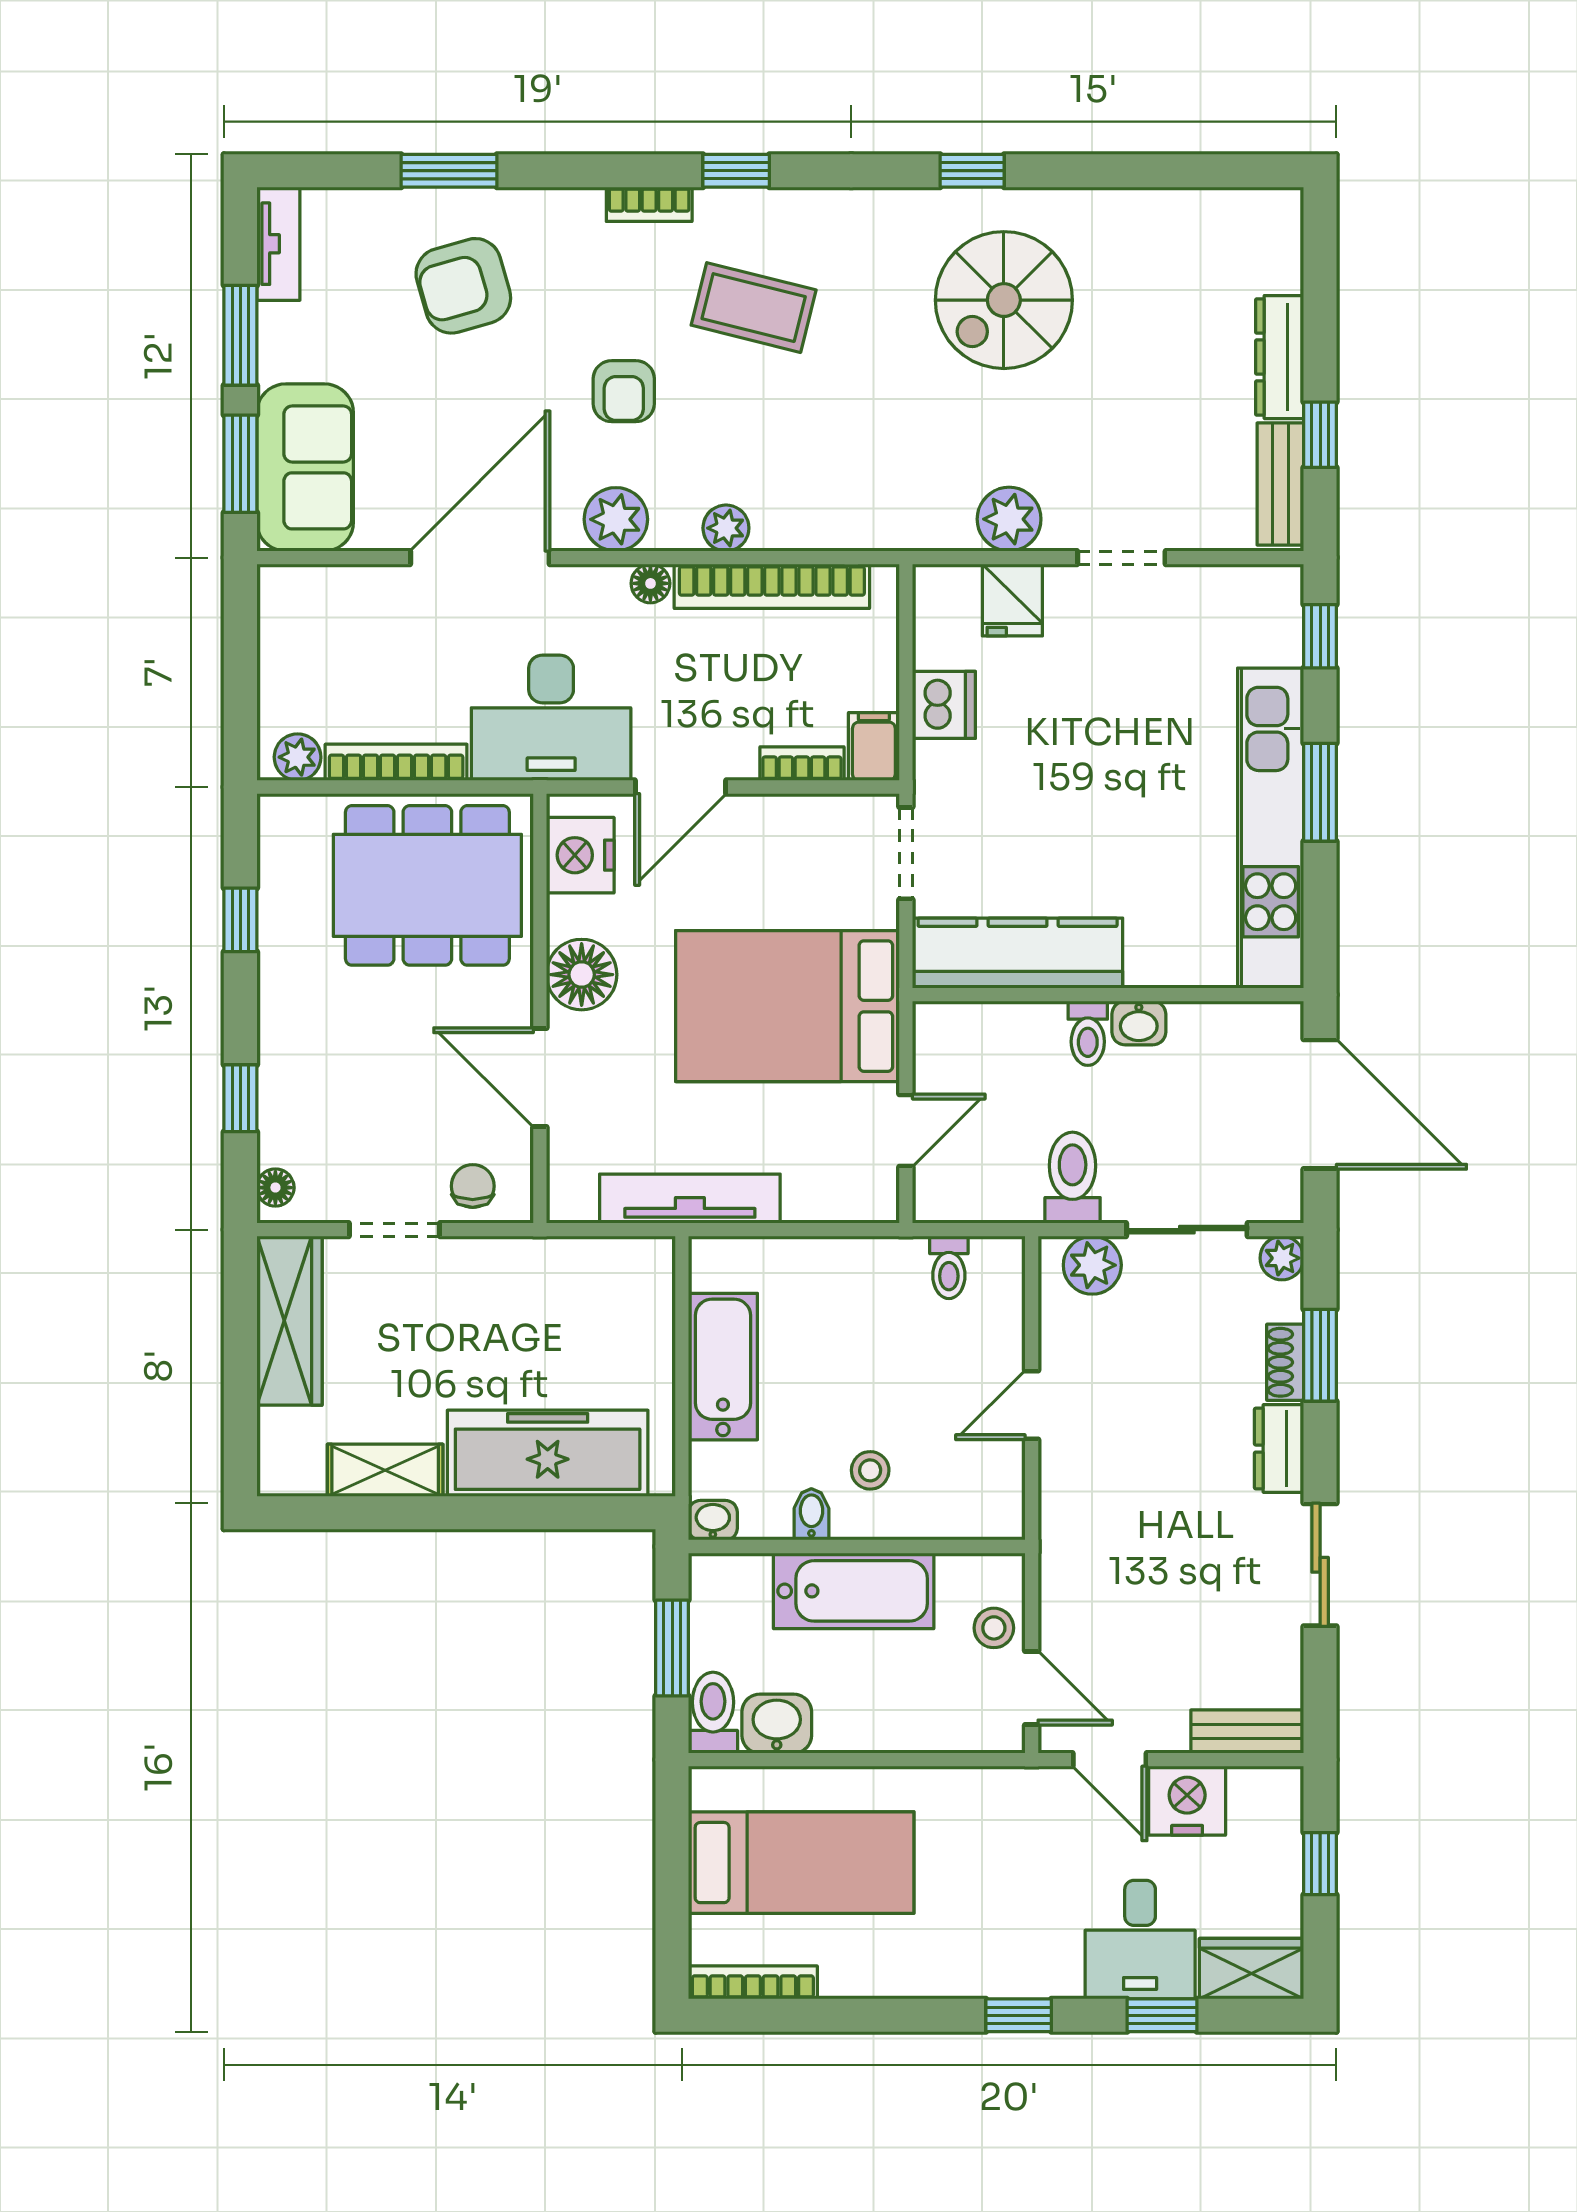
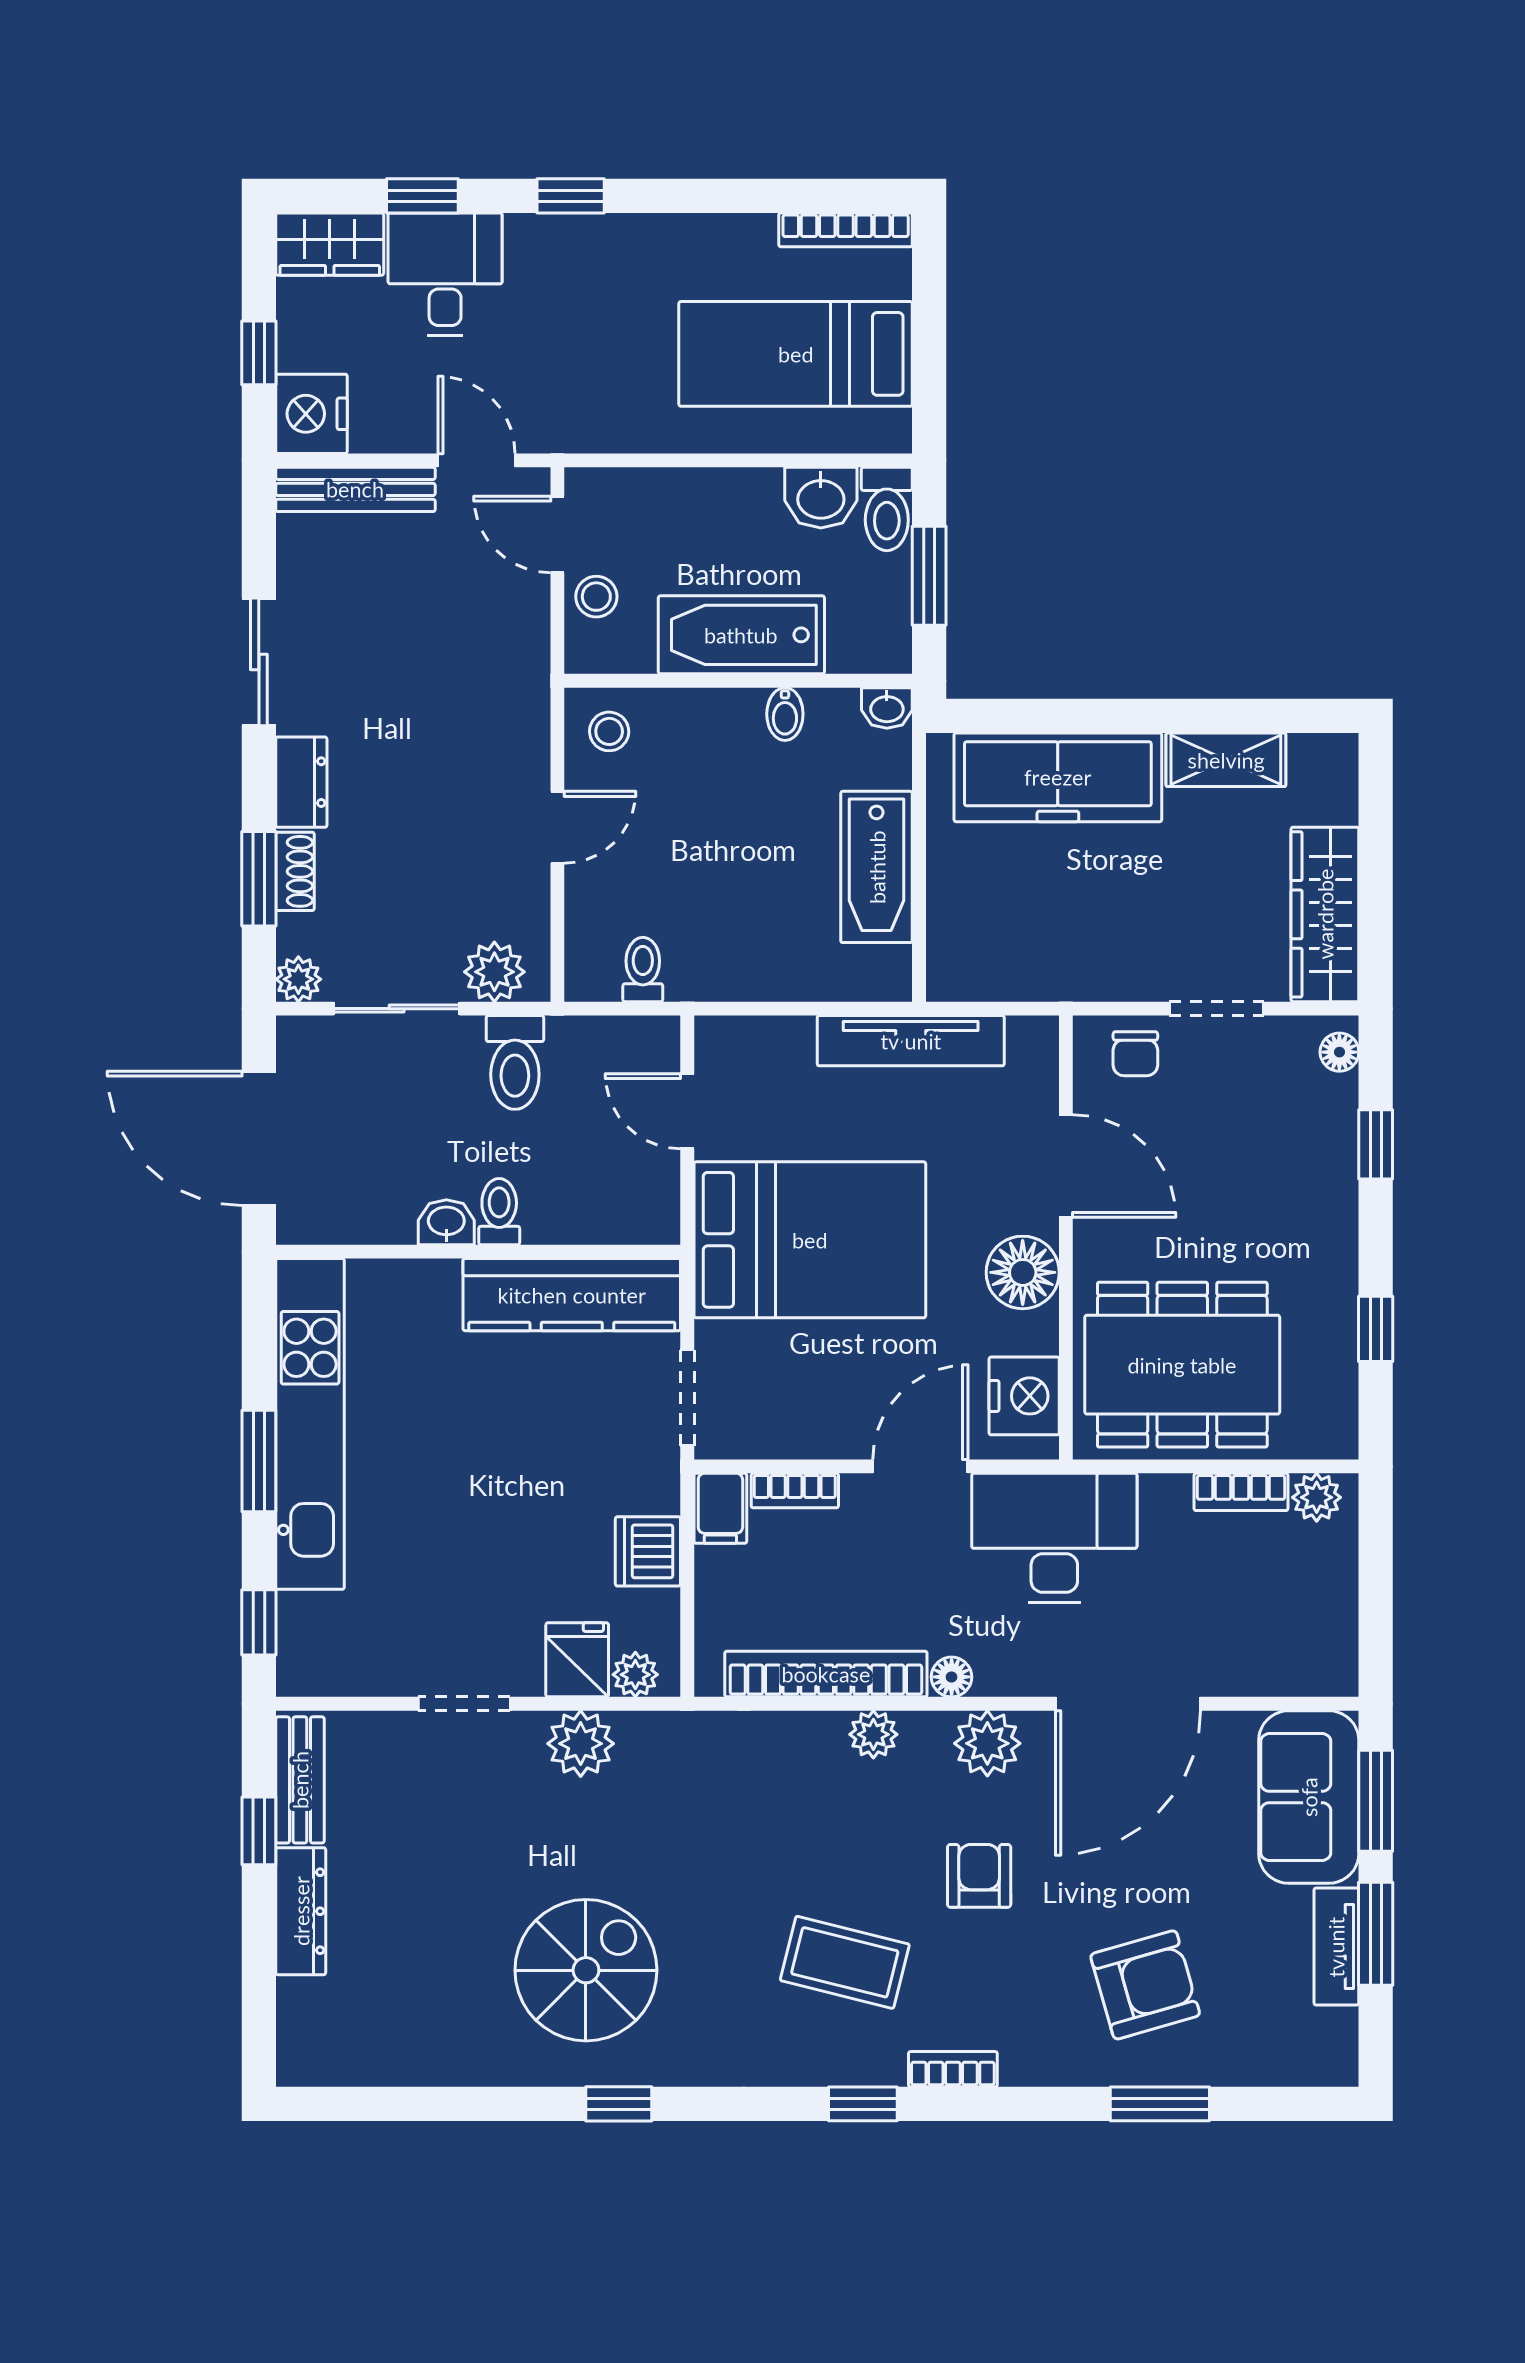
tv unit: (278, 244) -> (1336, 1947), moved
plant: (956, 586) -> (635, 1675), added
bookcase: (396, 762) -> (1241, 1492), width x0.64
door: (906, 1130) -> (687, 1111), hinge flipped
stool: (870, 1470) -> (609, 731), moved
bench: (1247, 1732) -> (355, 489), width x1.36
nightstand: (1187, 1801) -> (311, 414), moved, turned 90

